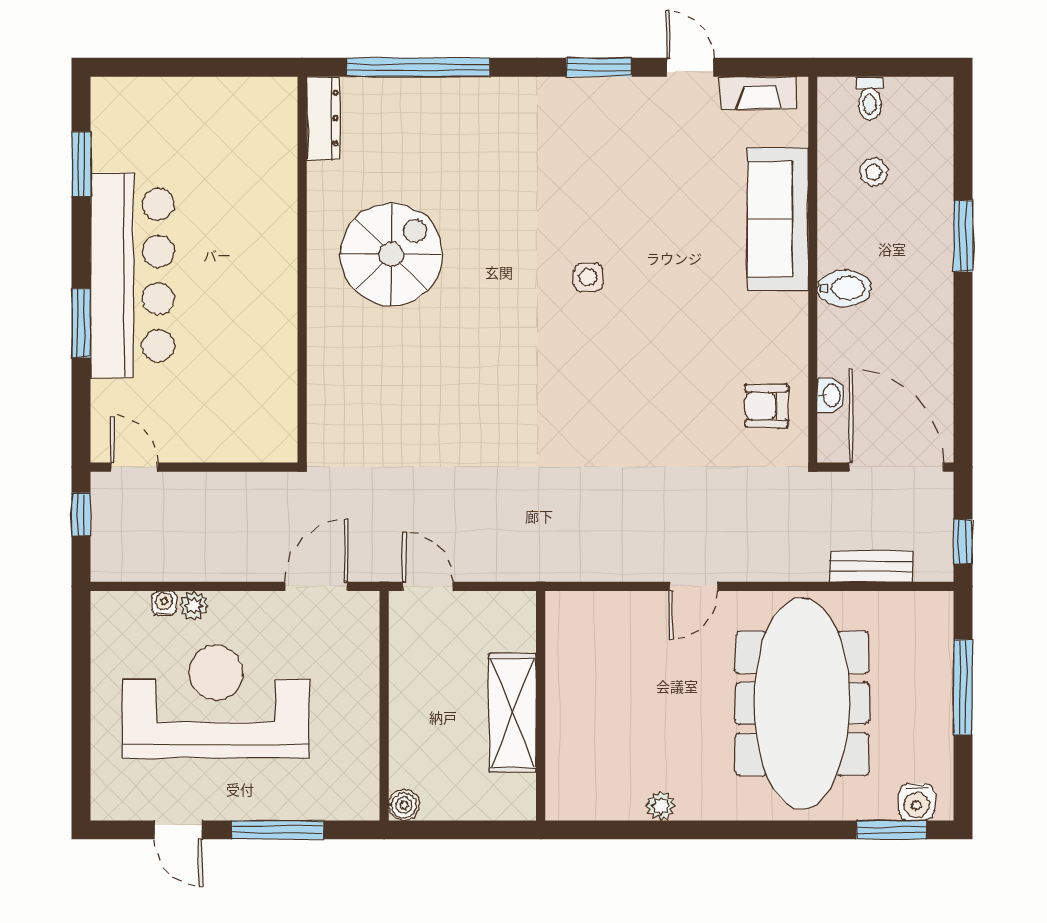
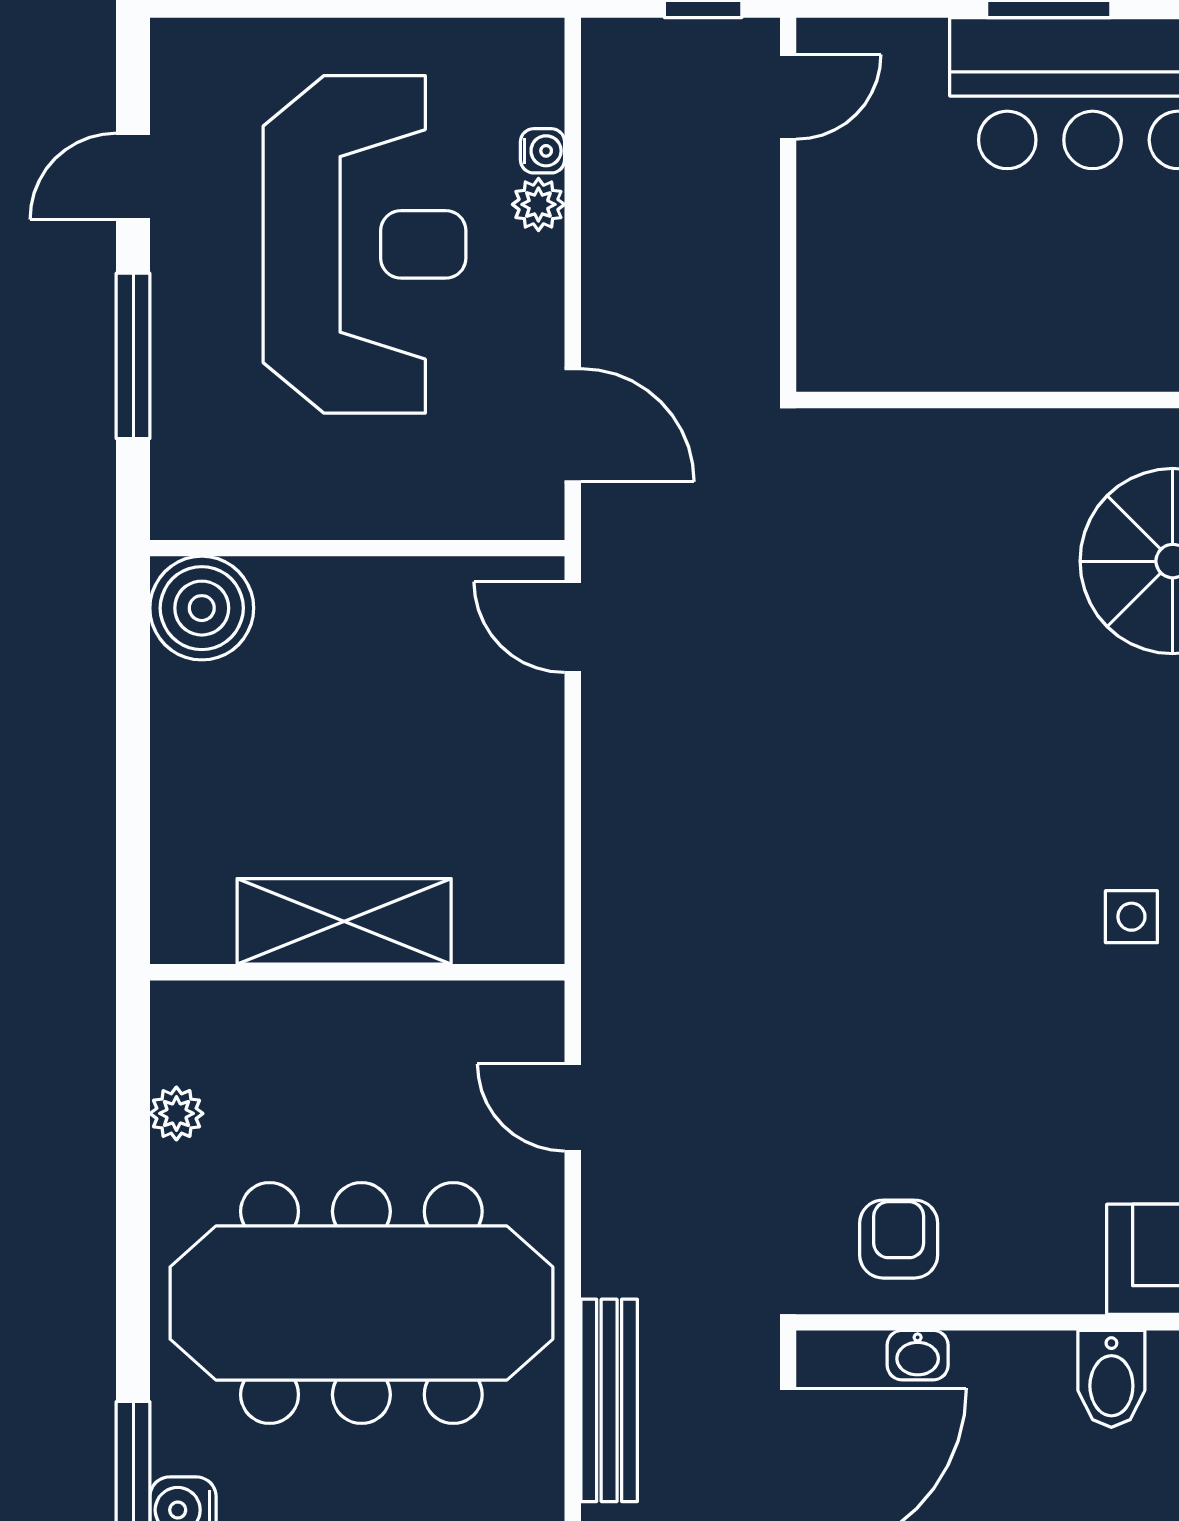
bench: (871, 566) -> (609, 1400), width x1.36
door: (428, 586) -> (573, 627), swing flipped
wall: (541, 706) -> (357, 972), moved
shelving: (512, 713) -> (344, 921), moved
boiler: (404, 805) -> (202, 608), width x1.86, depth x1.86
plant: (661, 806) -> (176, 1113), moved

